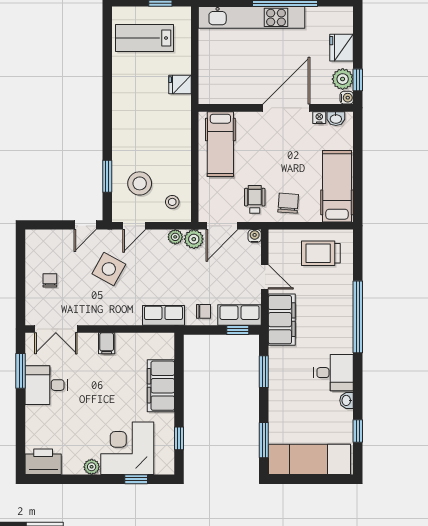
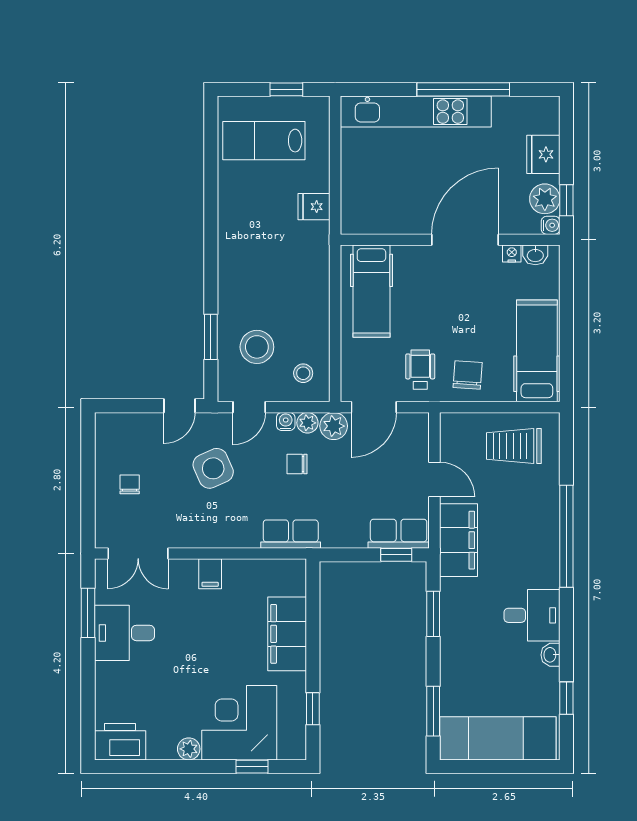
water cooler: (255, 236) -> (286, 421), moved
side table: (109, 269) -> (213, 468), turned 37
chair: (204, 311) -> (297, 464), moved, turned 180

